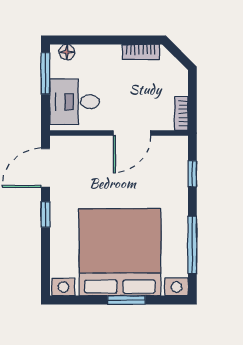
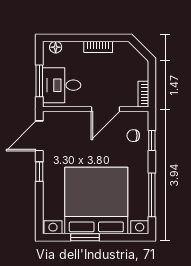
bookcase: (141, 52) -> (98, 47), moved
window: (45, 73) -> (39, 81), moved
chair: (168, 168) -> (133, 136), added
window: (126, 300) -> (85, 237), moved

